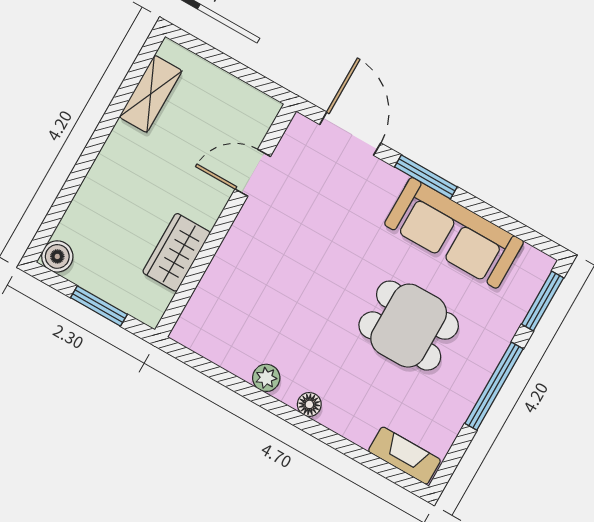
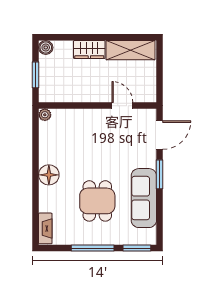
shelving: (151, 94) -> (131, 50), width x1.50, depth x1.33
wardrobe: (176, 252) -> (89, 50), moved, turned 180
plant: (266, 378) -> (45, 115), moved
floor lamp: (309, 404) -> (49, 175), width x1.89, depth x1.89

